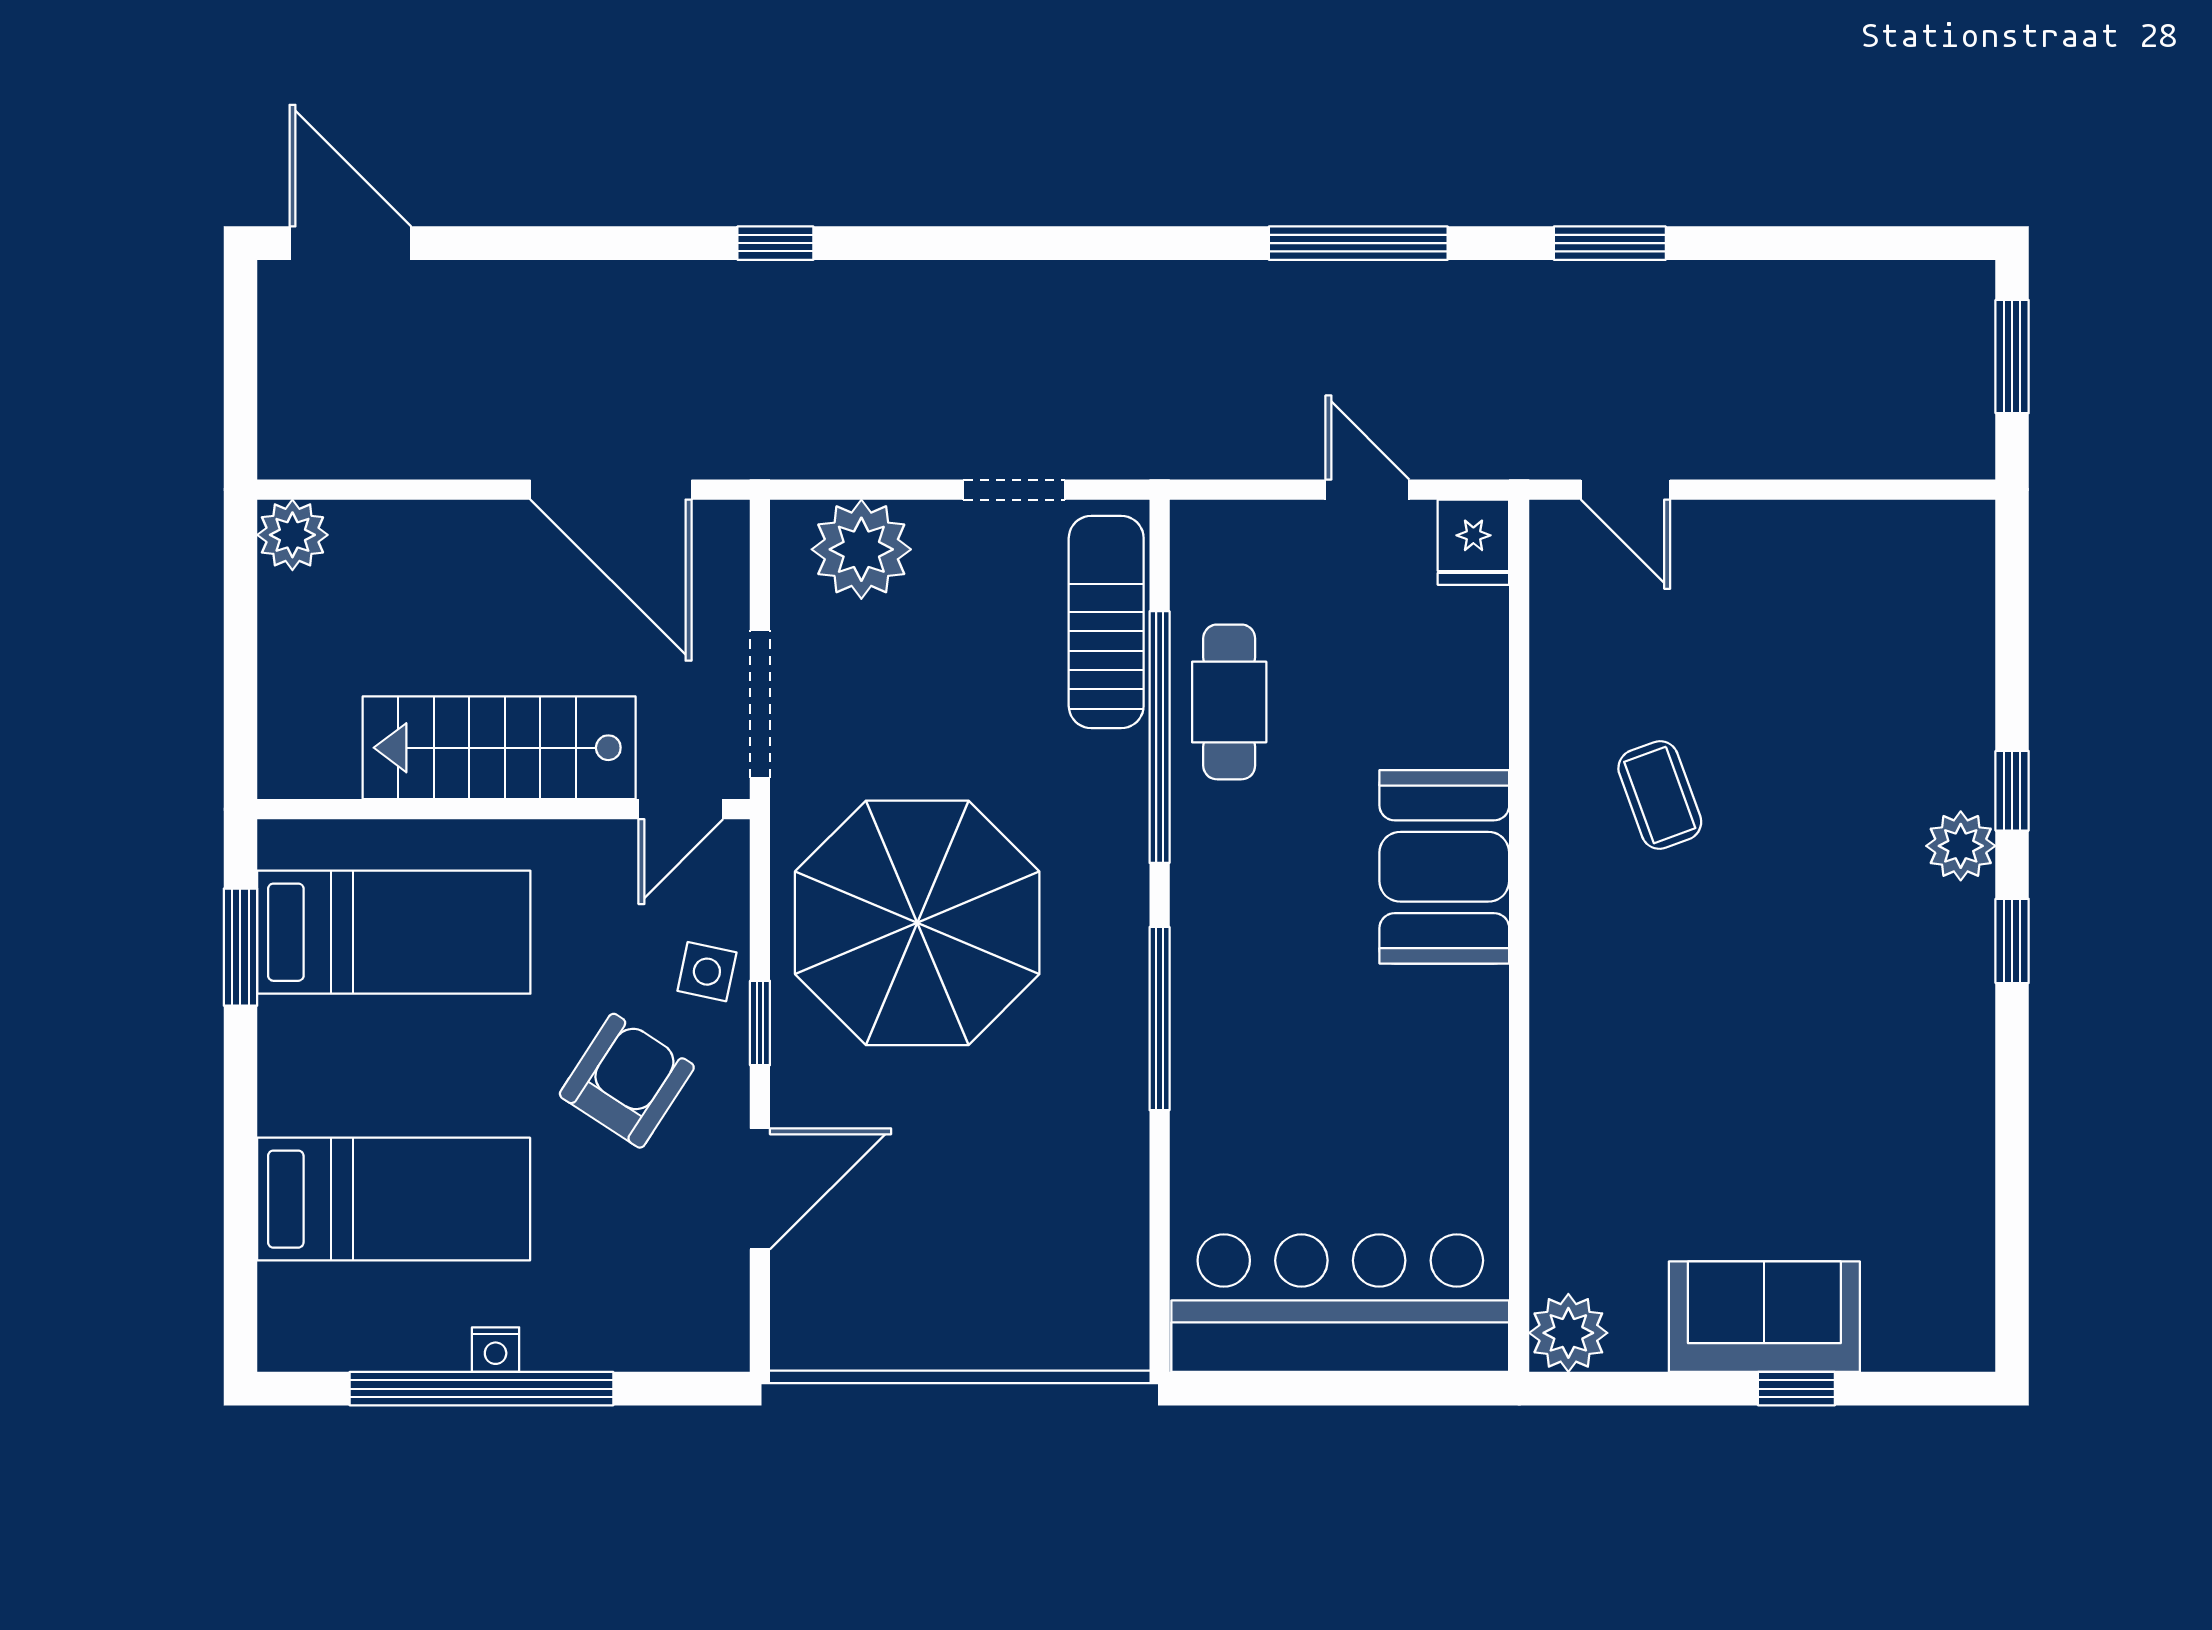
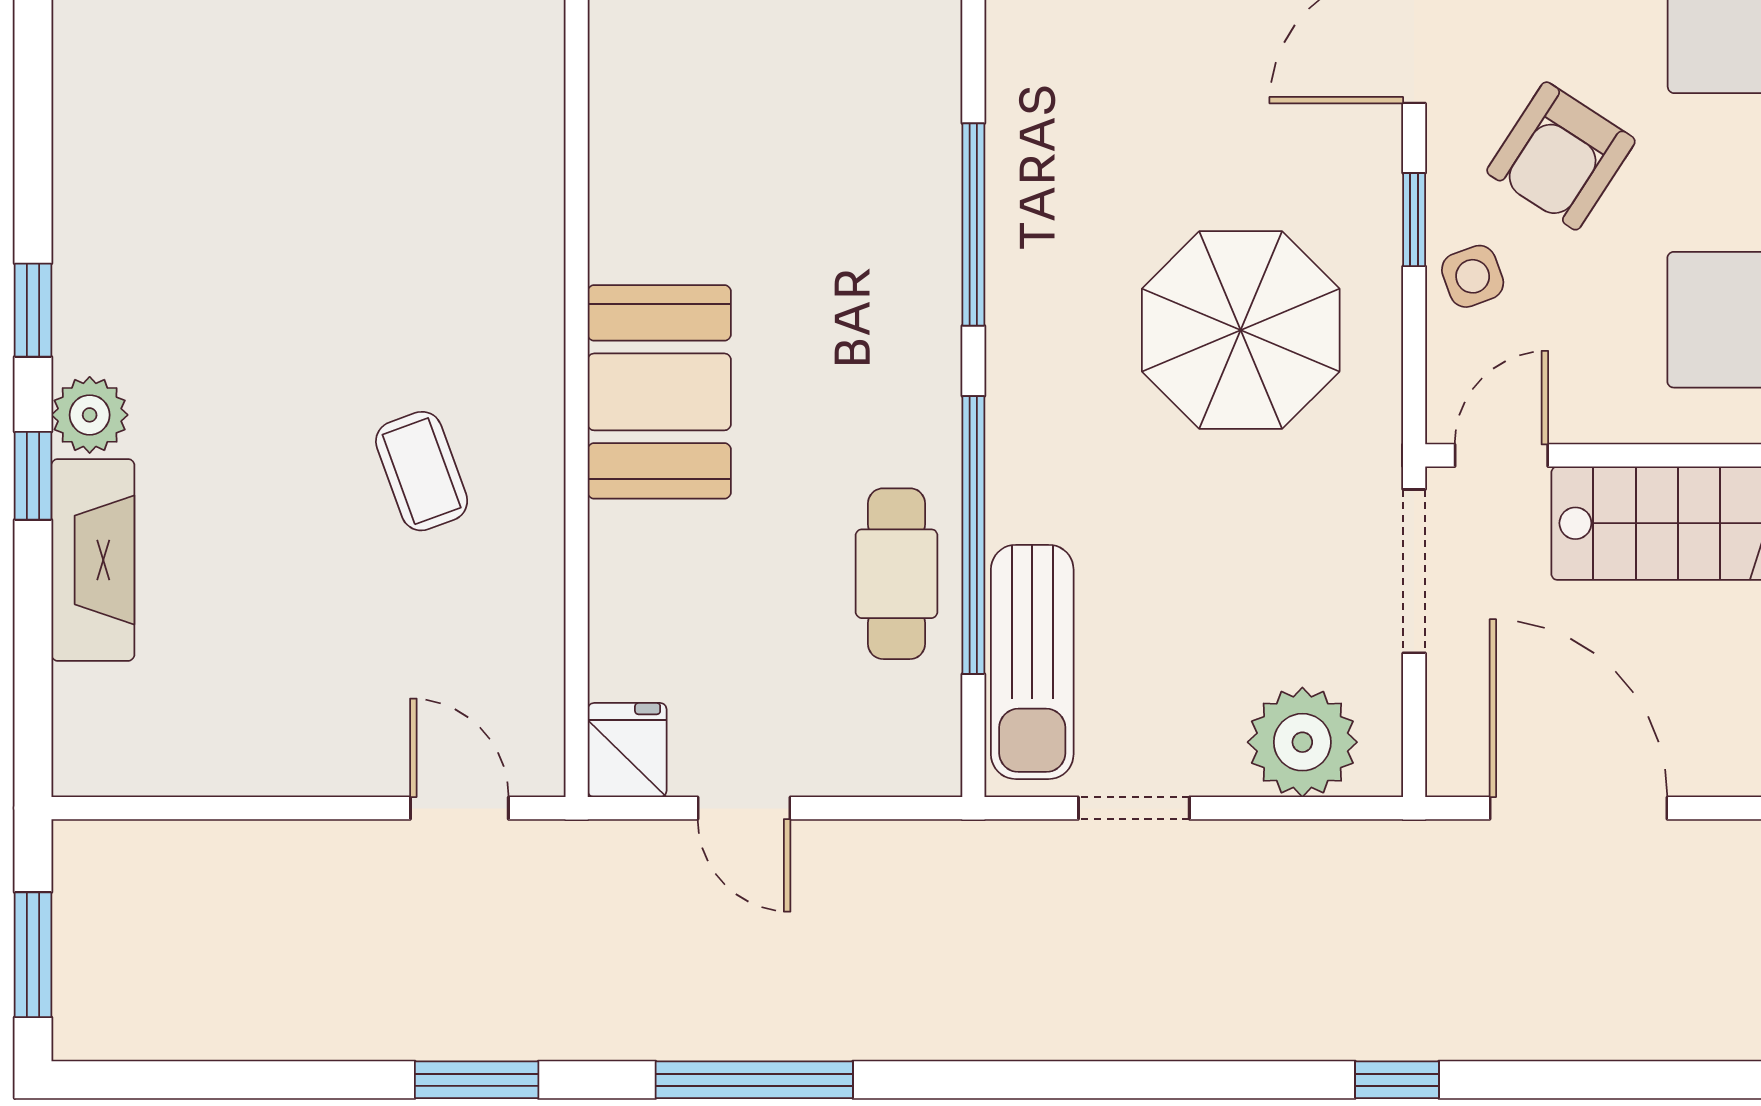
fireplace: (1958, 714) -> (93, 560), added
parasol: (917, 923) -> (1241, 330), width x0.73, depth x0.73
side table: (707, 972) -> (1473, 276), turned -32

